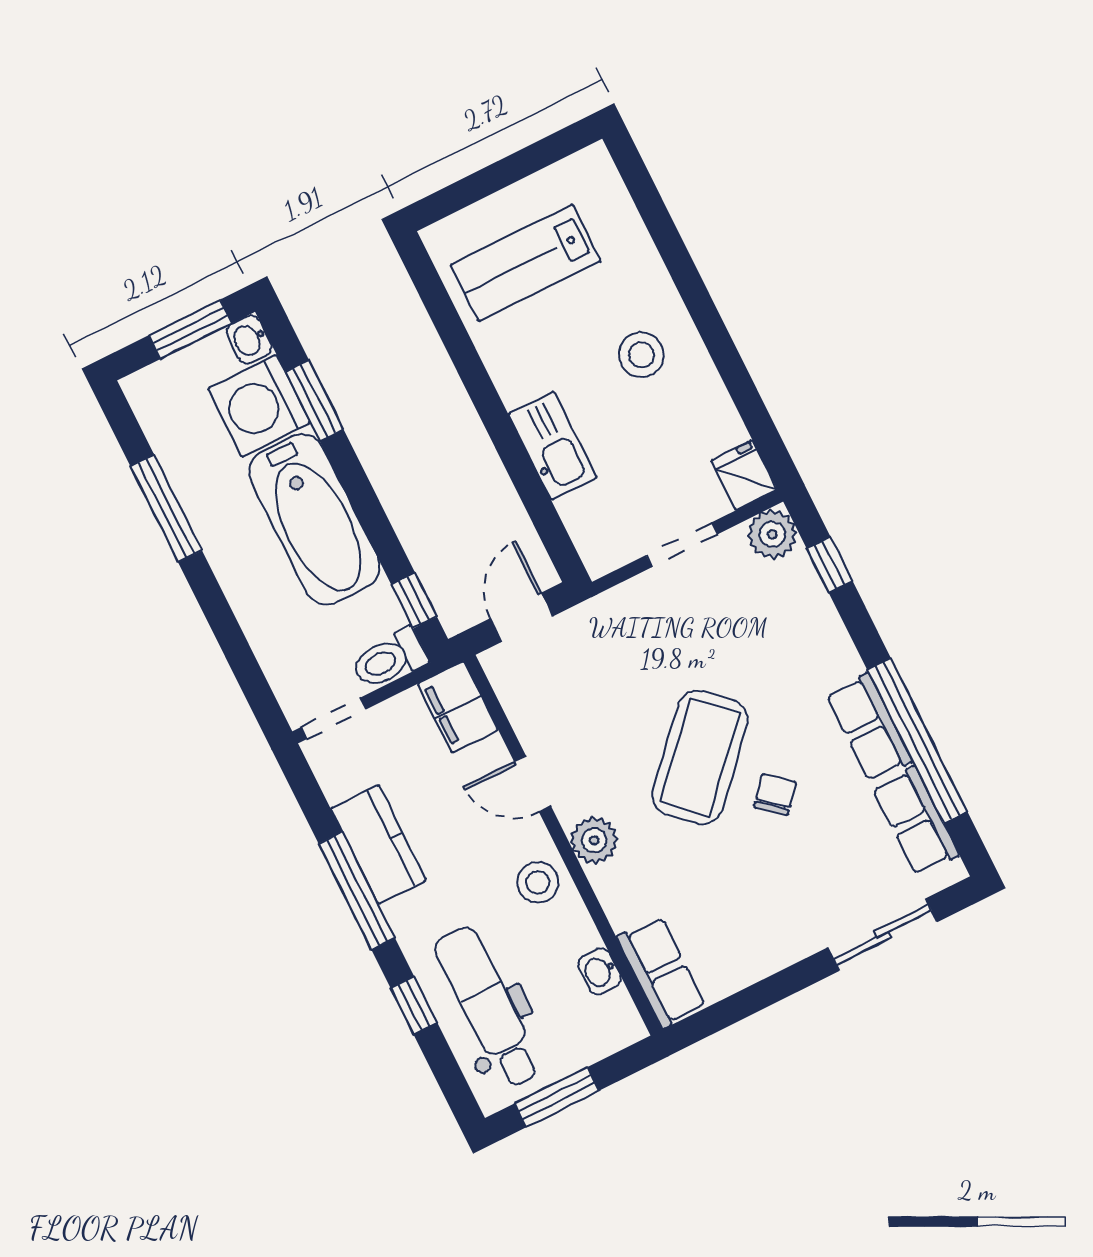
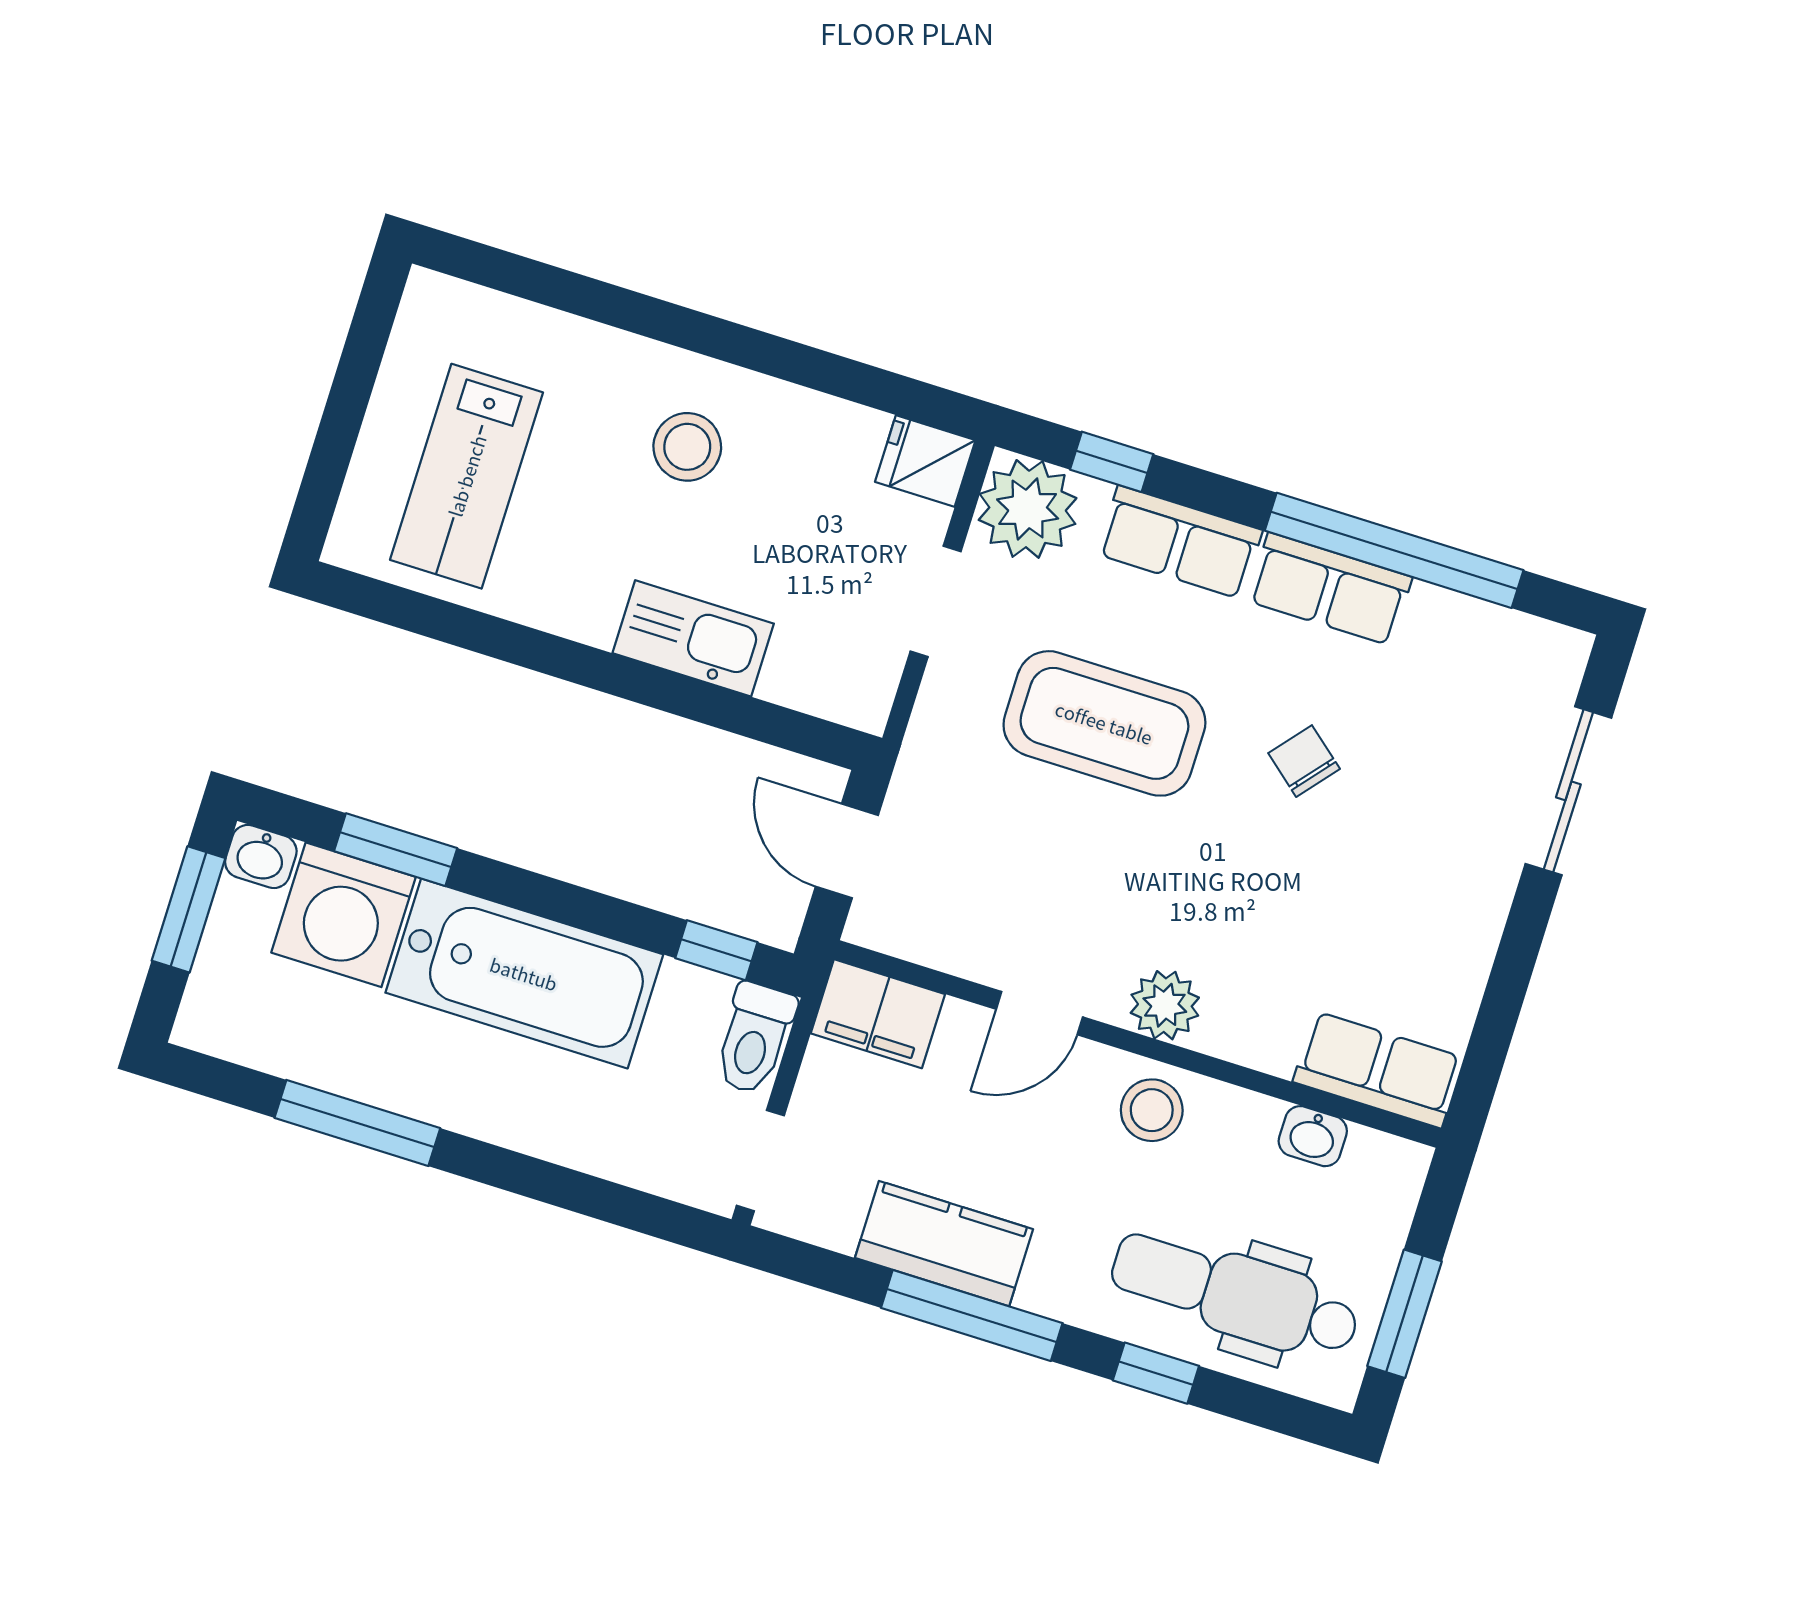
plant: (772, 534) -> (1028, 509), width x1.36, depth x1.36
coffee table: (700, 758) -> (1104, 723), moved, turned -43
row of seats: (916, 821) -> (1180, 542), moved

